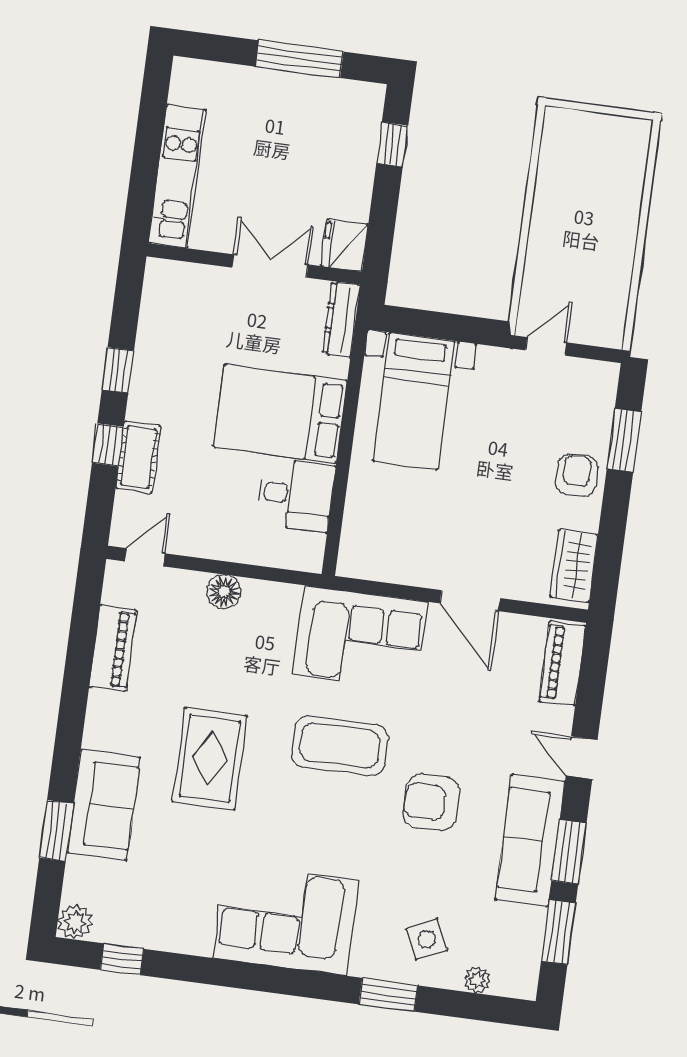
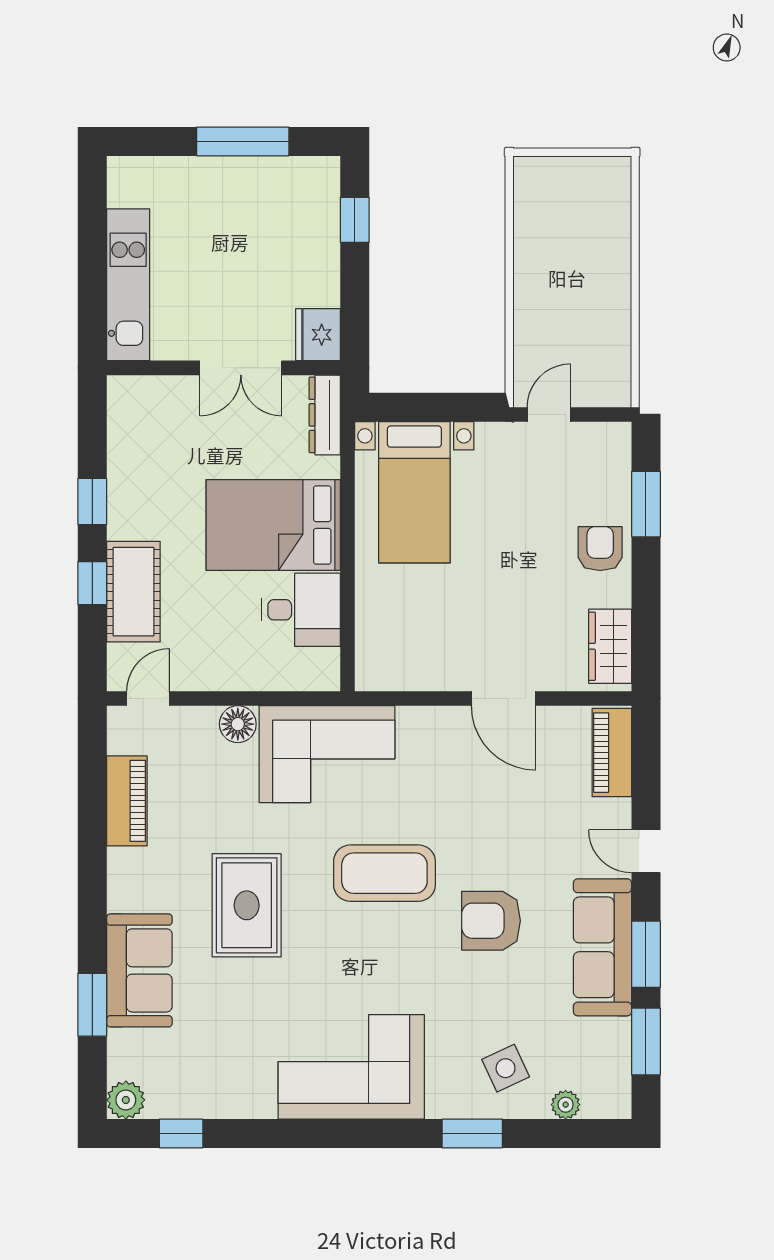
double door: (270, 266) -> (241, 368), swing flipped
cot: (138, 457) -> (133, 592), width x1.37, depth x1.34
corner sofa: (360, 638) -> (327, 754), moved

